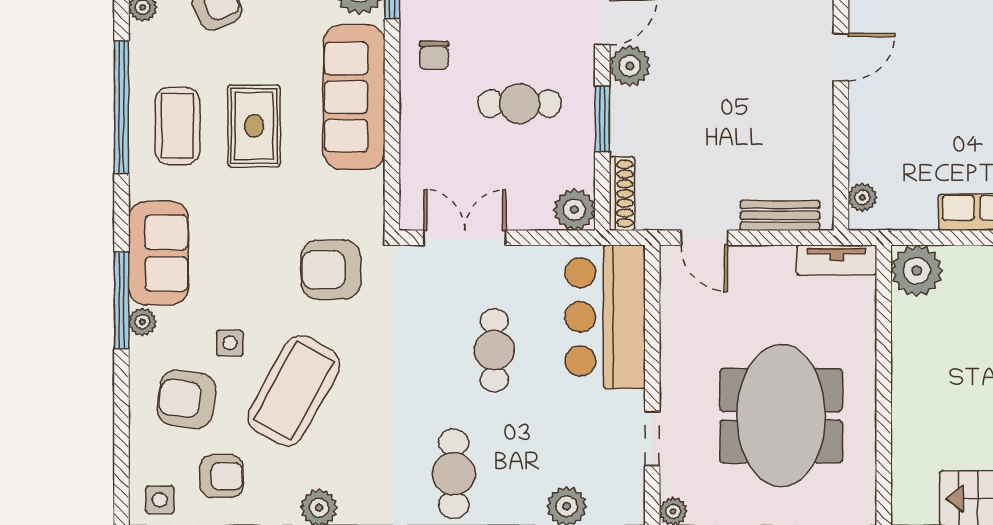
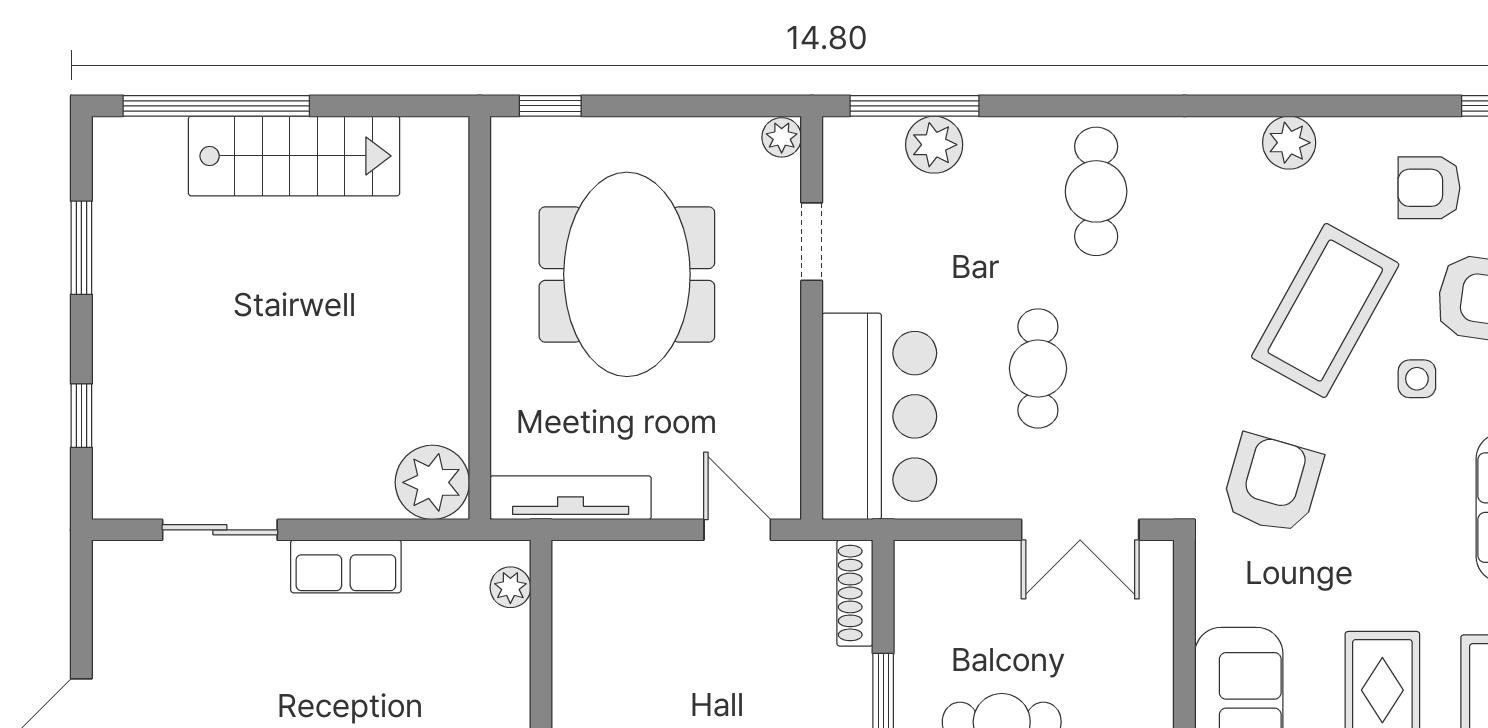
plant: (574, 210) -> (923, 570), removed
bench: (780, 215) -> (629, 562), removed
tv unit: (837, 260) -> (571, 498), width x1.41
armchair: (331, 270) -> (1272, 484), turned -73

